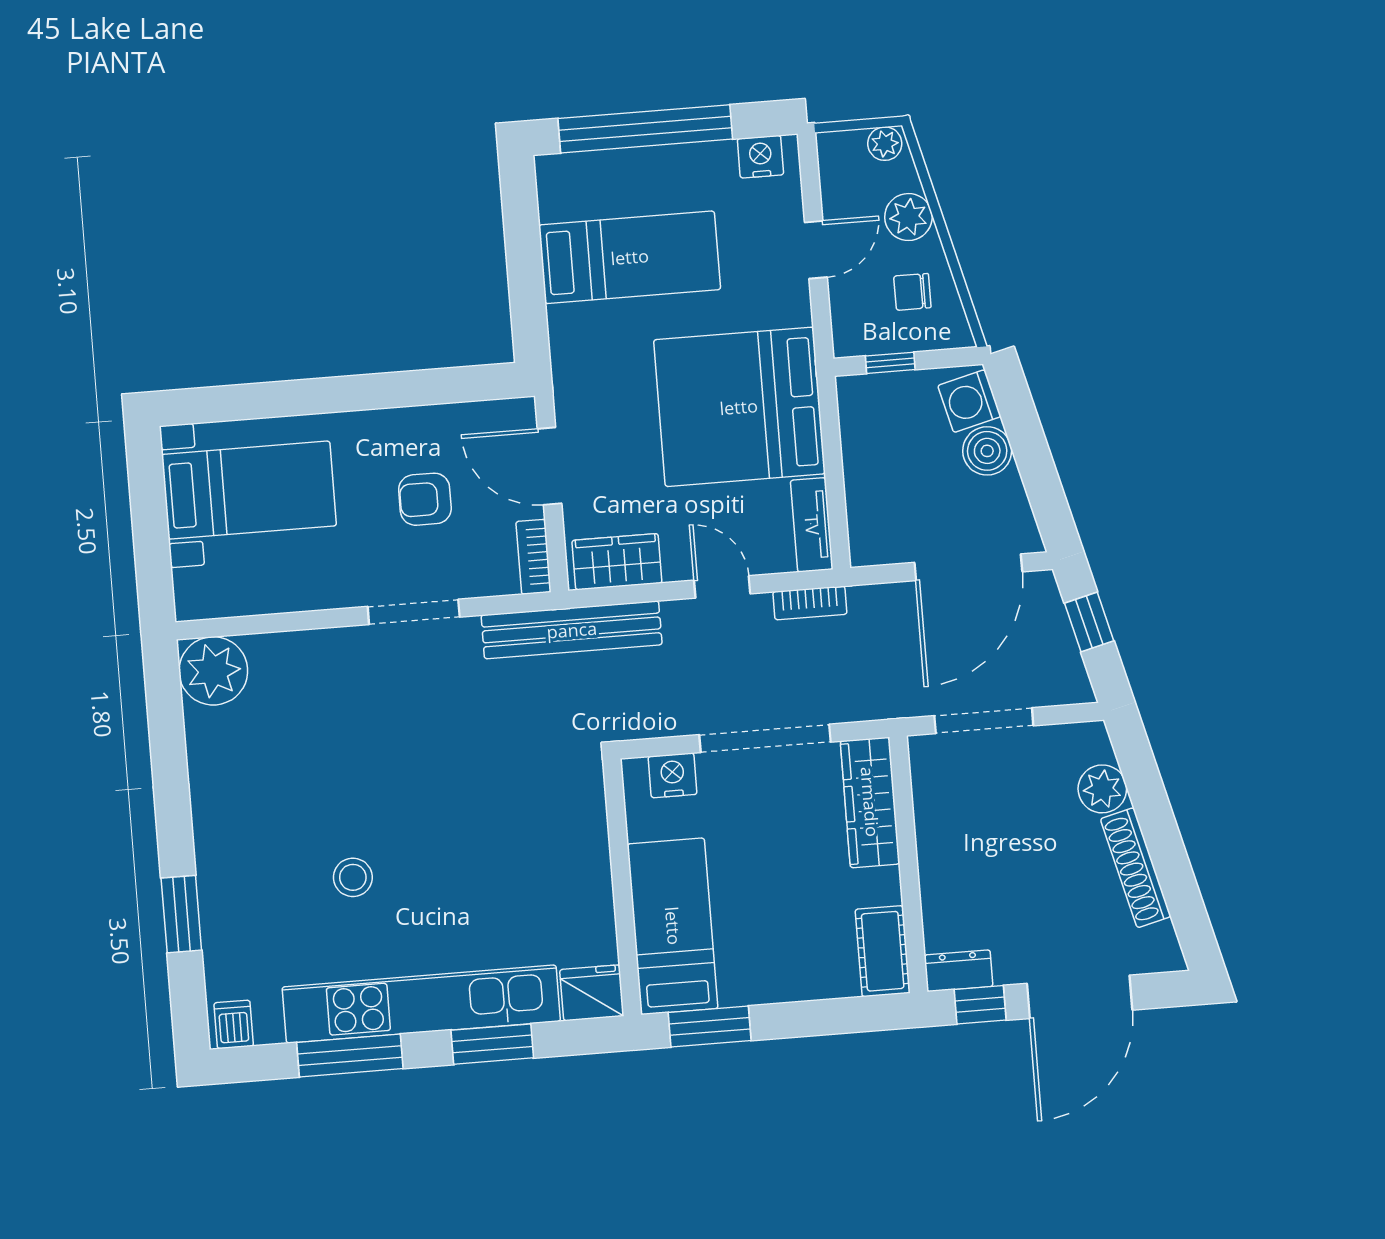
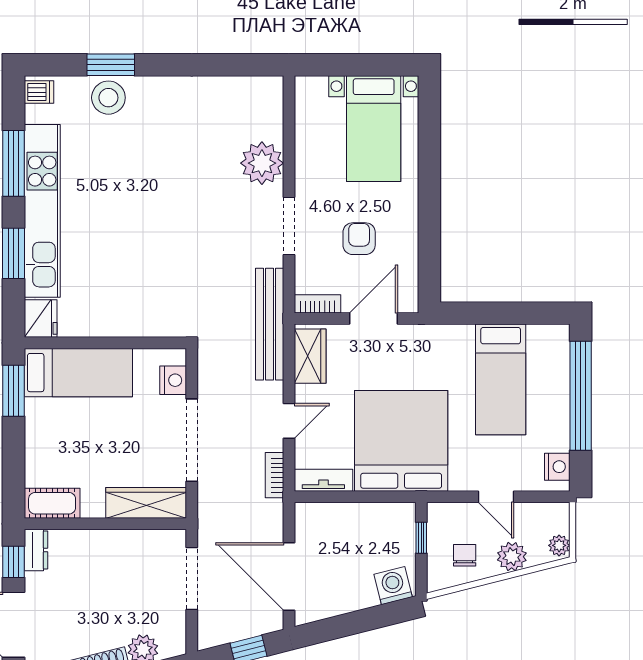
boiler: (987, 451) -> (361, 594), removed
plant: (213, 671) -> (262, 163), moved
stool: (353, 877) -> (108, 98), moved, width x1.38, depth x1.38

